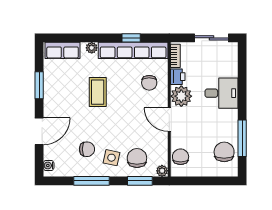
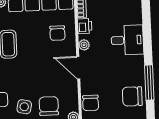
plant: (181, 96) -> (84, 45), width x0.53, depth x0.53
chair: (224, 152) -> (132, 96), turned -90
chair: (181, 157) -> (91, 103), turned 180

